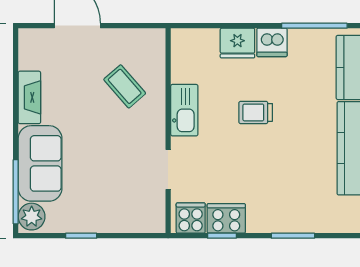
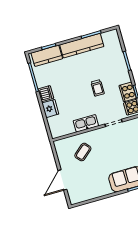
fireplace: (29, 97) -> (99, 192), removed
trolley: (256, 112) -> (98, 88), moved

